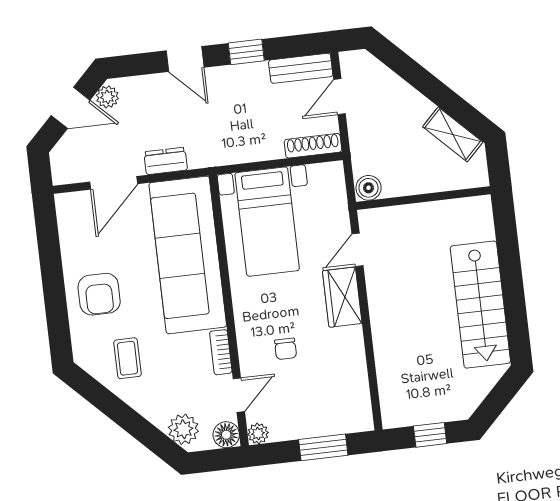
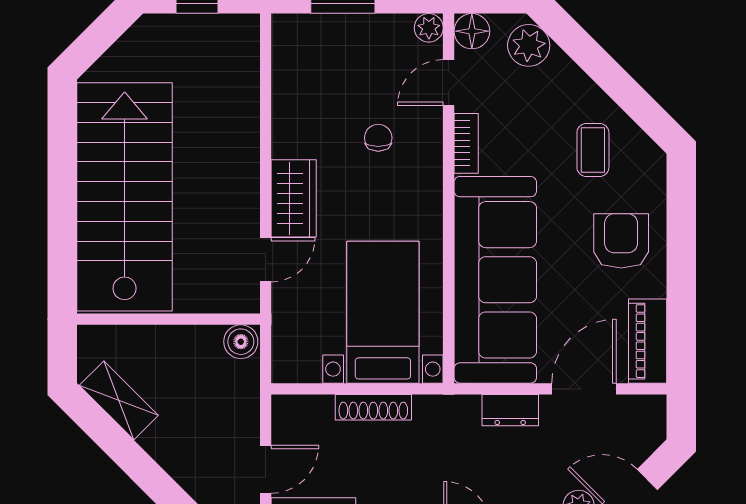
shoe rack: (313, 146) -> (373, 407), moved
piano: (71, 223) -> (648, 341), added
stairs: (480, 305) -> (125, 197), width x1.36, depth x1.51

